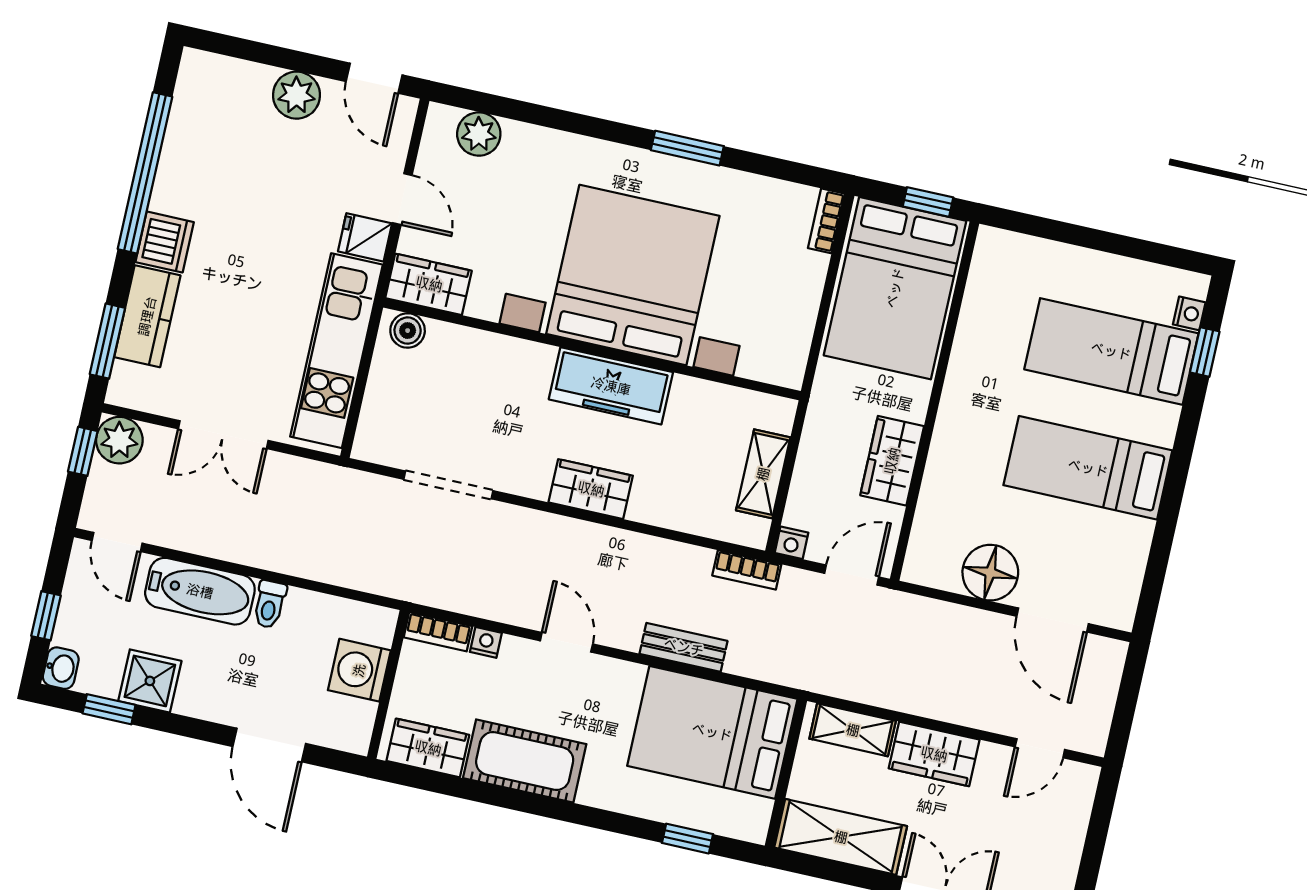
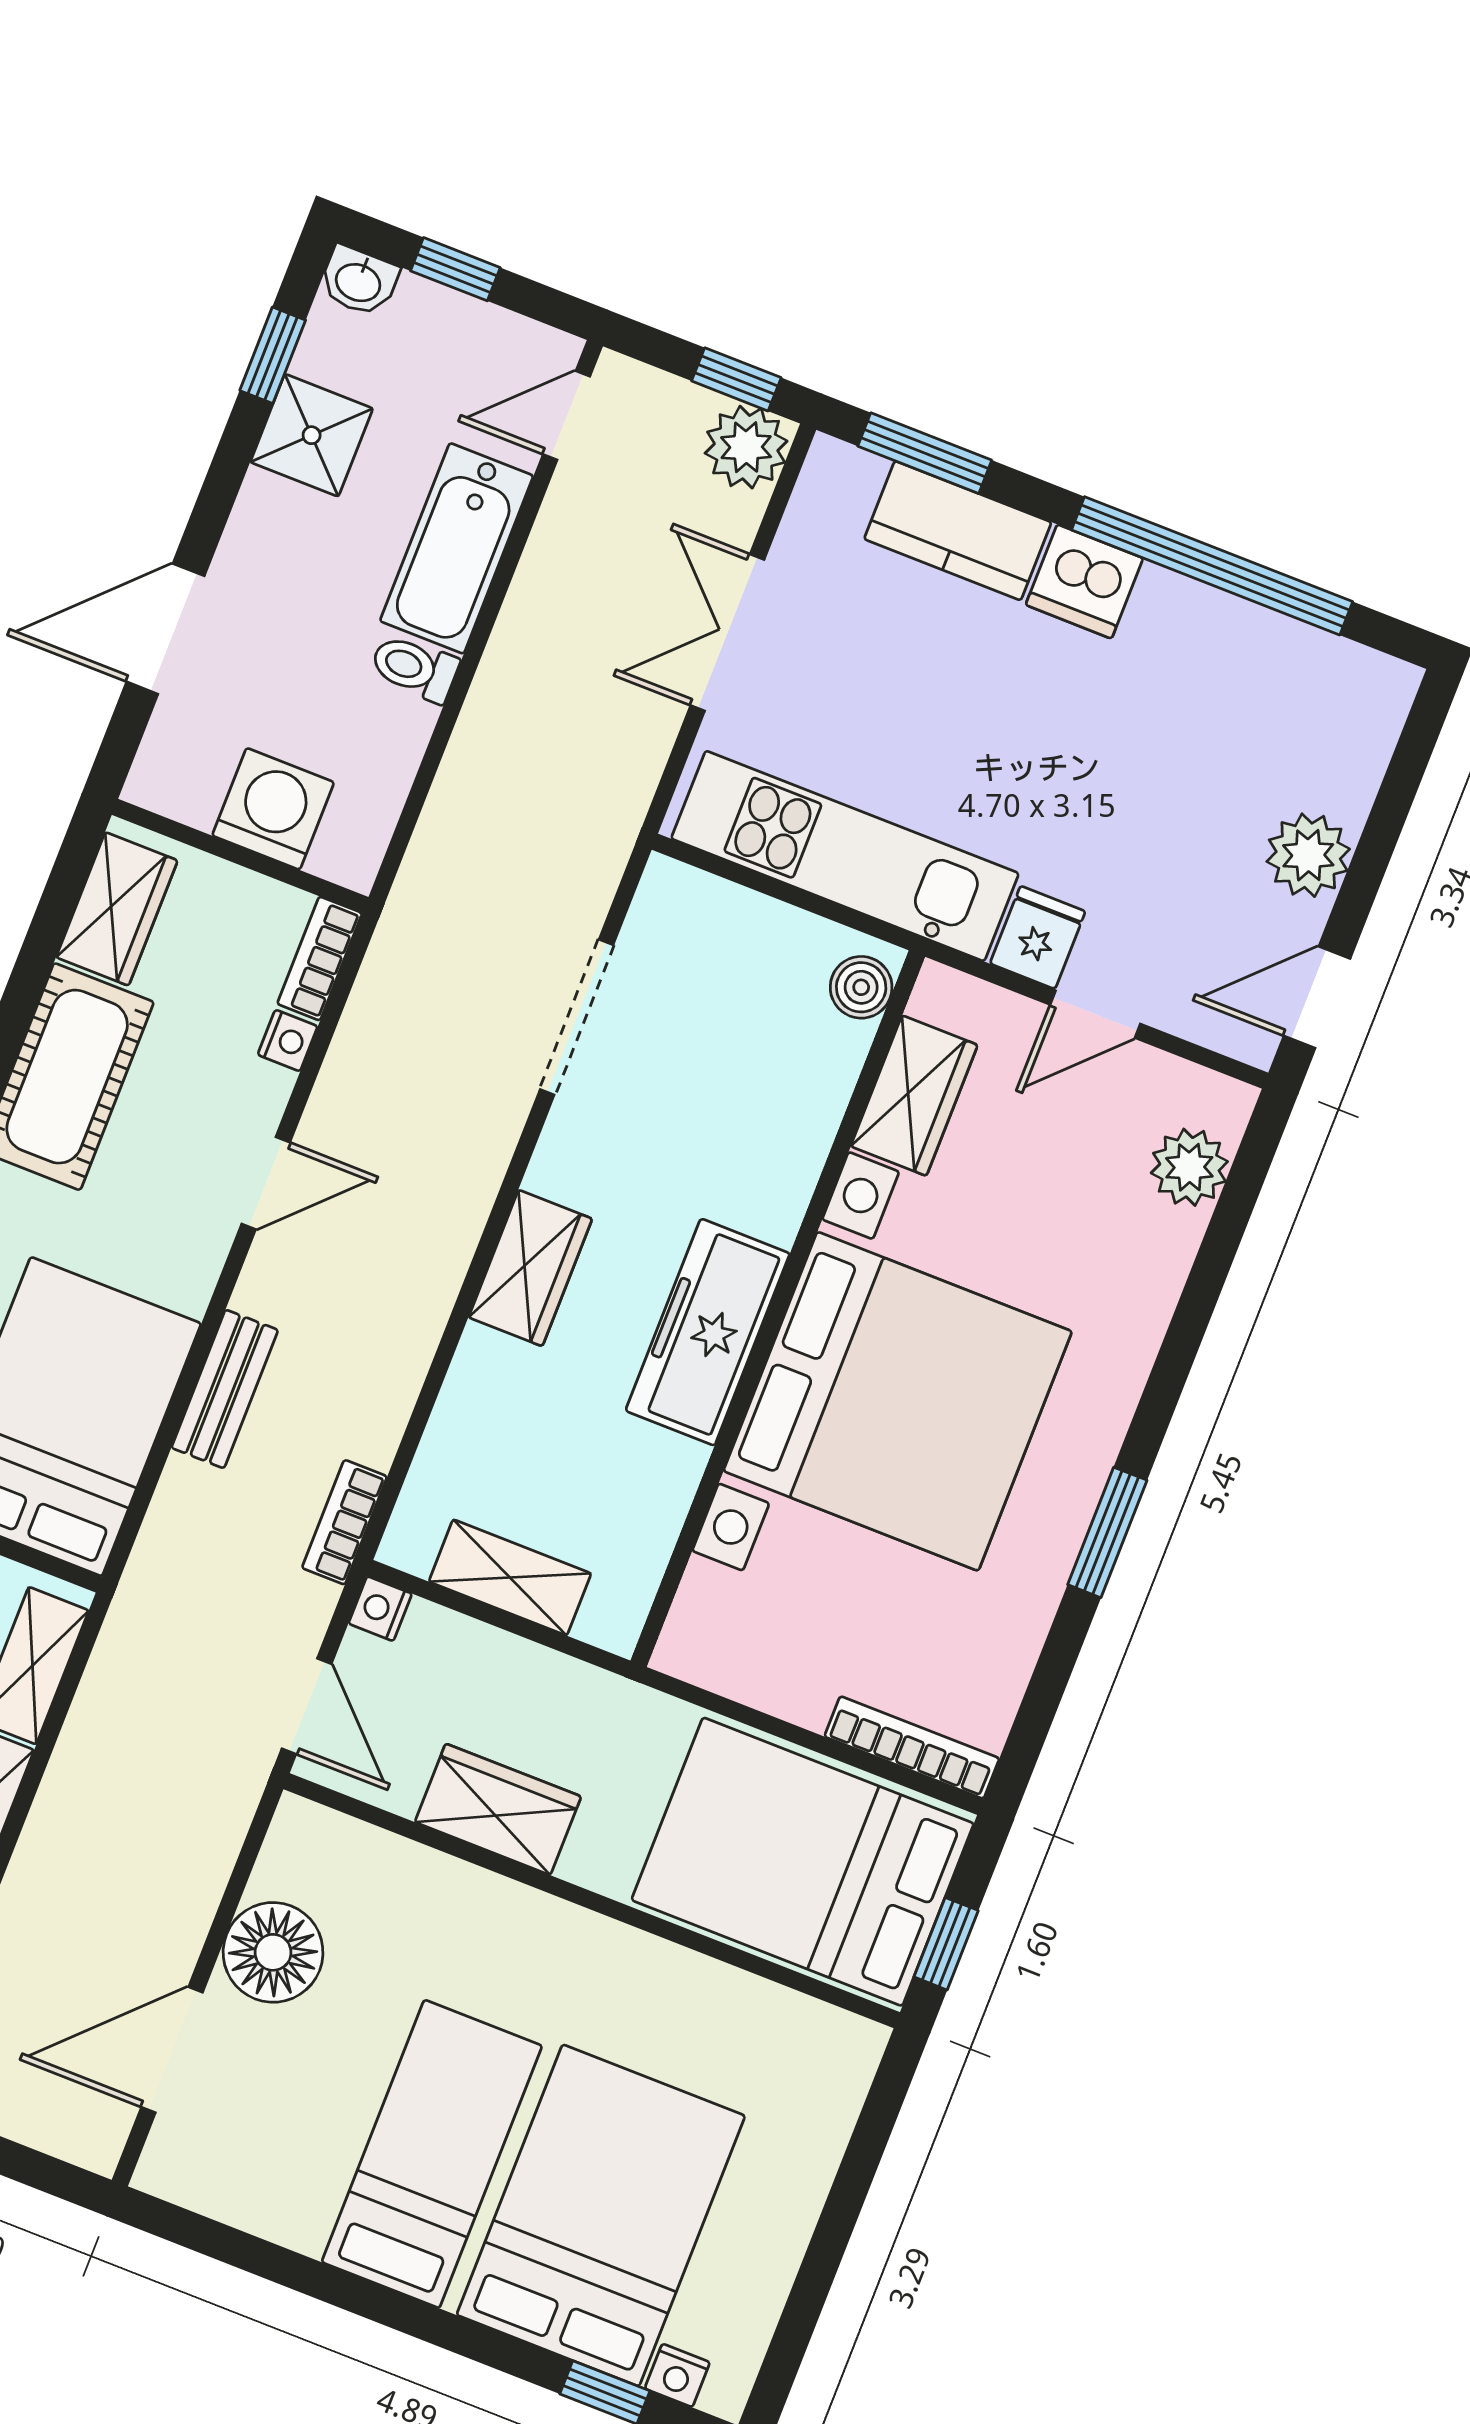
bookcase: (826, 221) -> (912, 1747), width x1.56
wardrobe: (429, 284) -> (914, 1096), moved
bed: (1111, 351) -> (601, 2215), width x1.50

